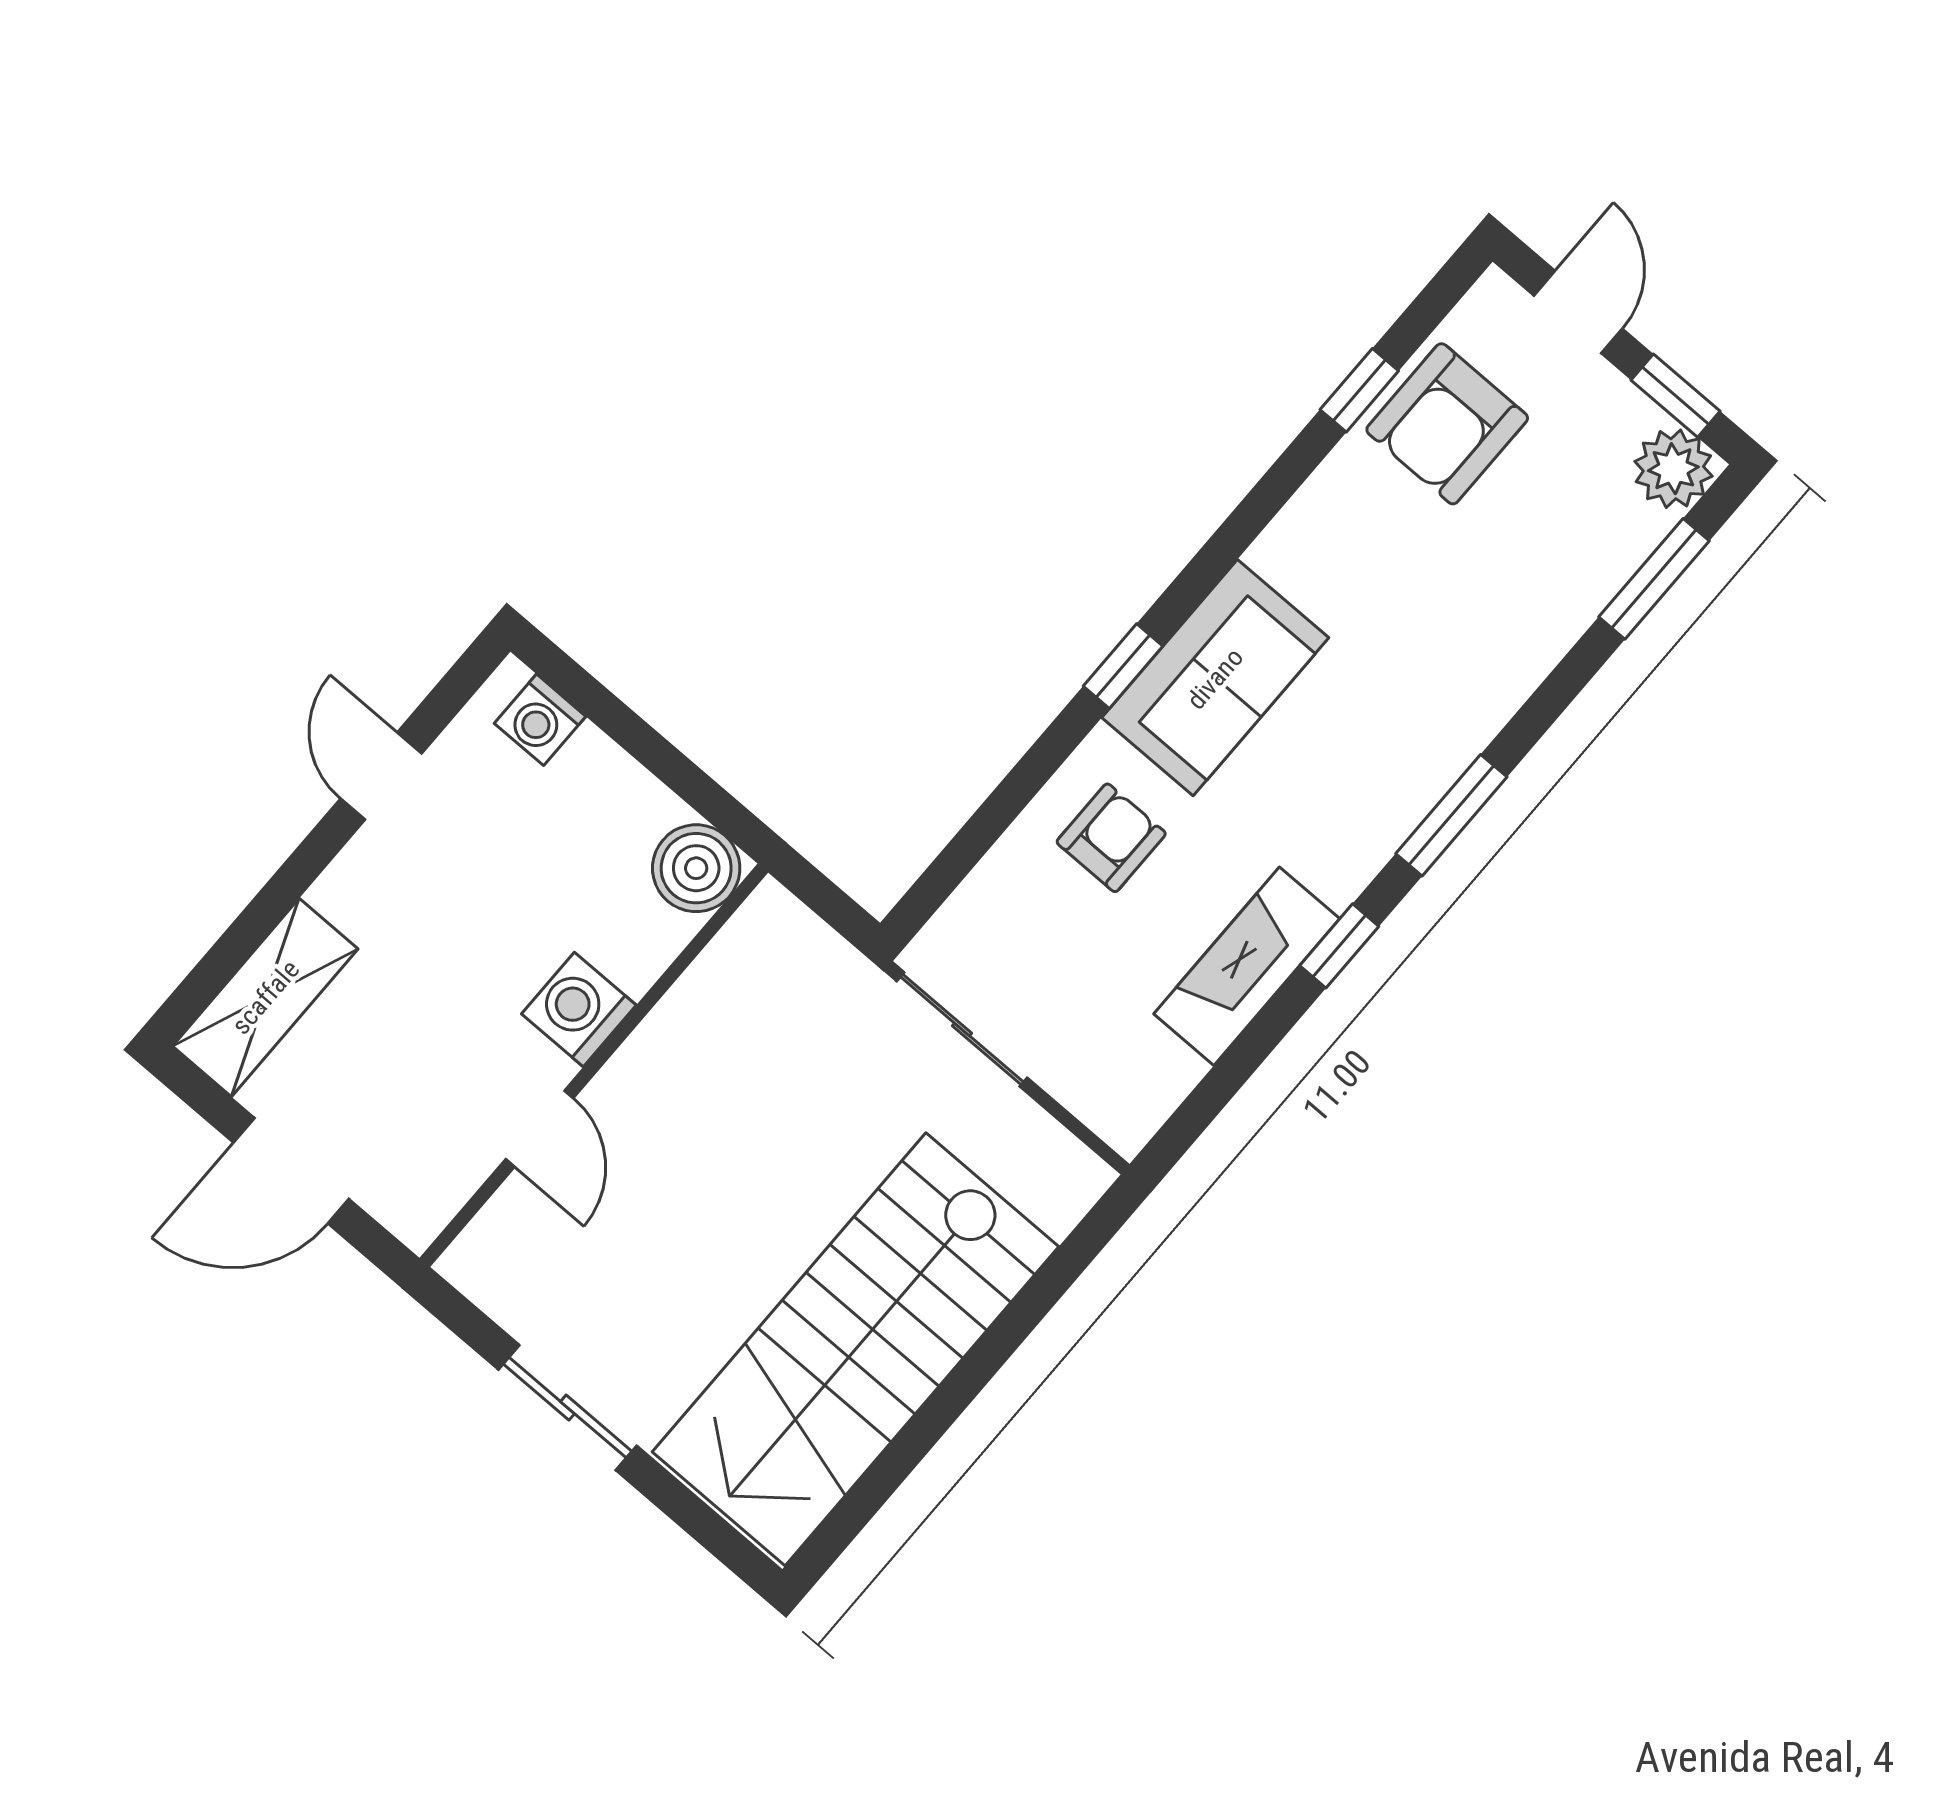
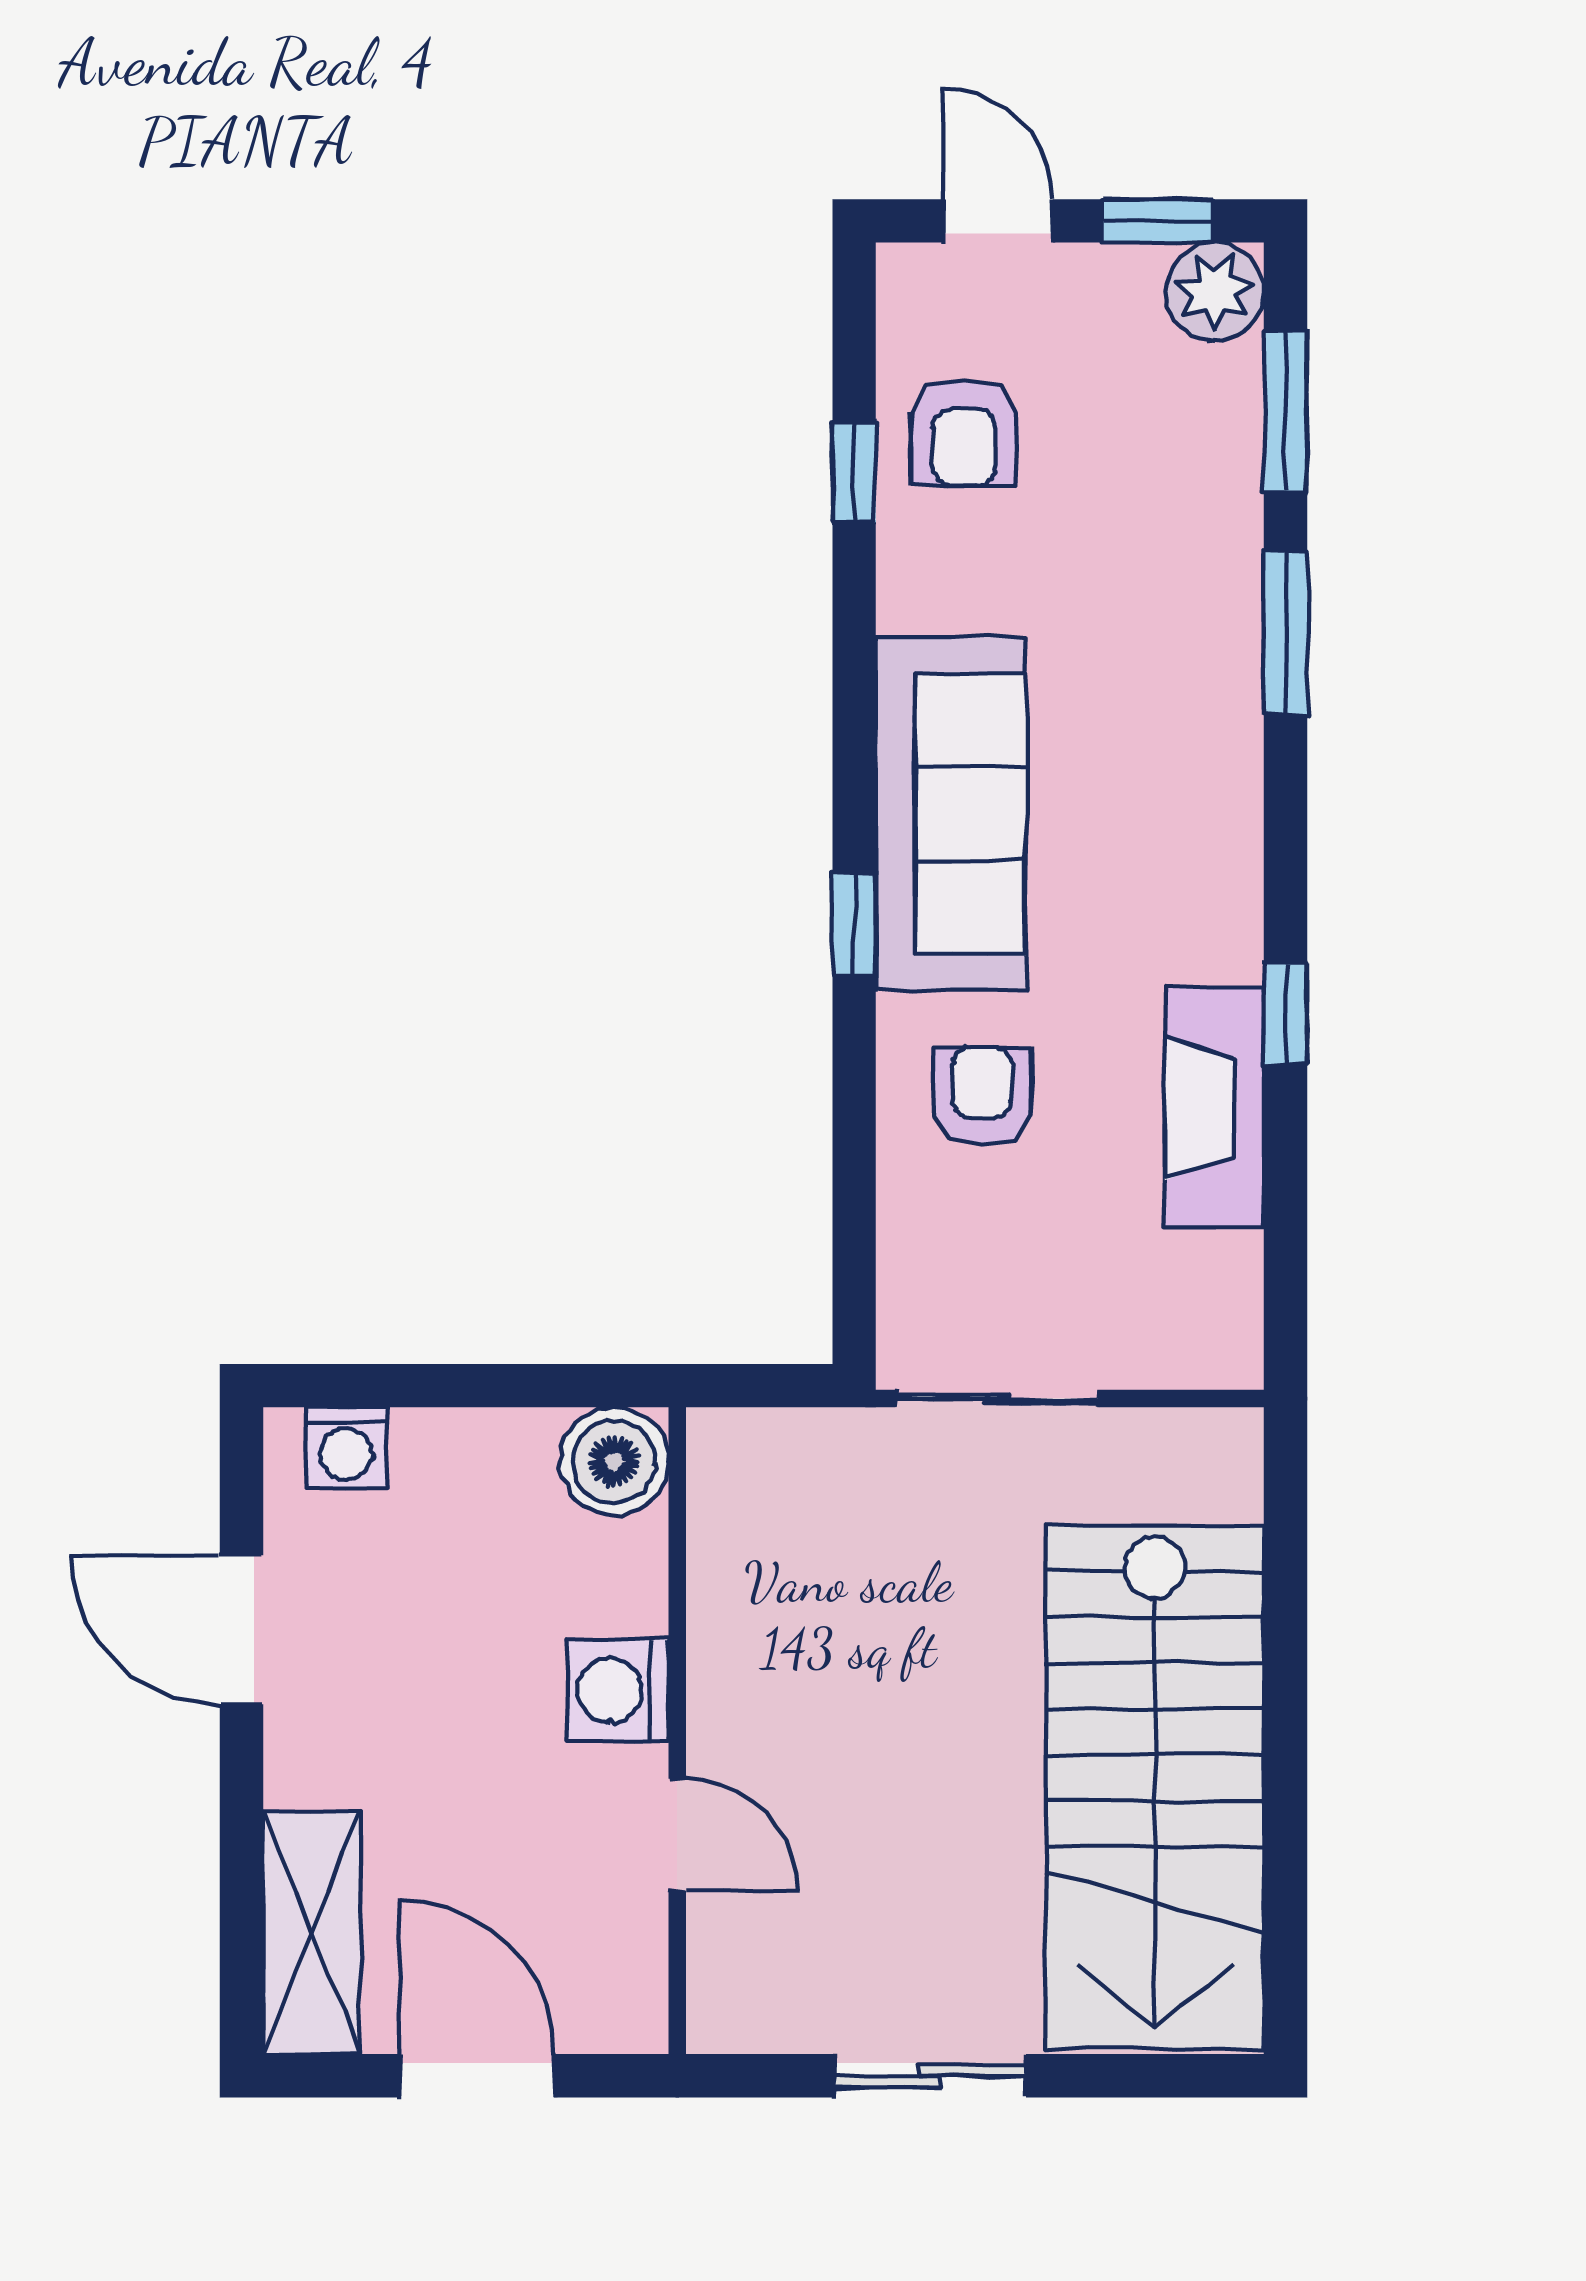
armchair: (1447, 424) -> (964, 433), width x0.72, depth x0.72
sofa: (1215, 678) -> (951, 814), width x1.36
door: (381, 776) -> (242, 1630), width x1.38
window: (1451, 815) -> (1285, 633), moved
door: (291, 1171) -> (477, 2076), swing flipped

